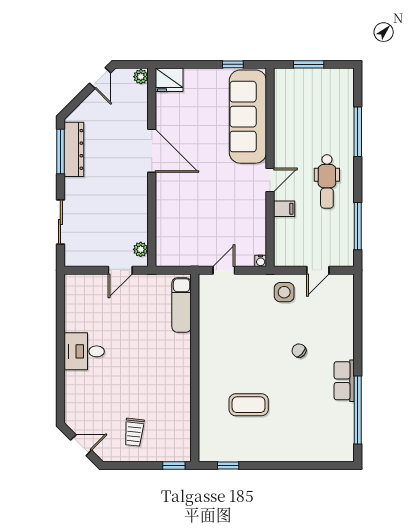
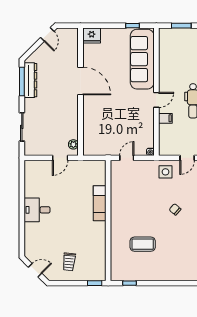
plant: (141, 77) -> (73, 33), removed
exam couch: (182, 305) -> (100, 203), moved

